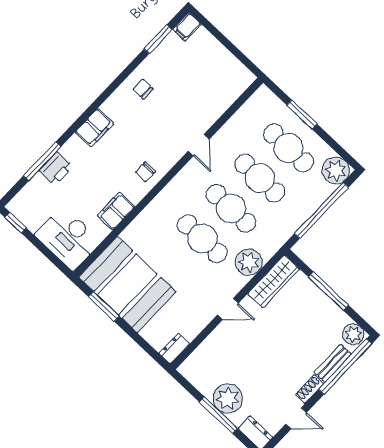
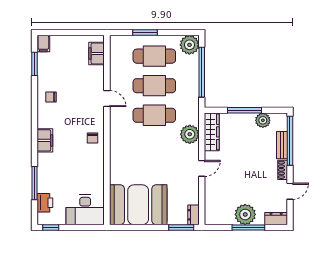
printer: (56, 169) -> (45, 203), moved
filing cabinet: (116, 211) -> (97, 54), moved
cafe table: (202, 239) -> (154, 145), removed
window: (104, 306) -> (181, 227), moved
plant: (353, 334) -> (263, 120), moved

